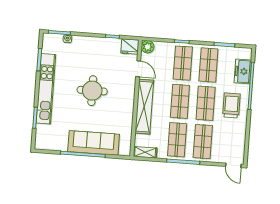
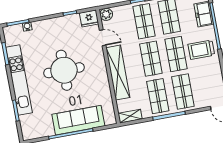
round table: (92, 91) -> (64, 70), width x1.36, depth x1.36
trolley: (231, 105) -> (201, 50), turned -90

